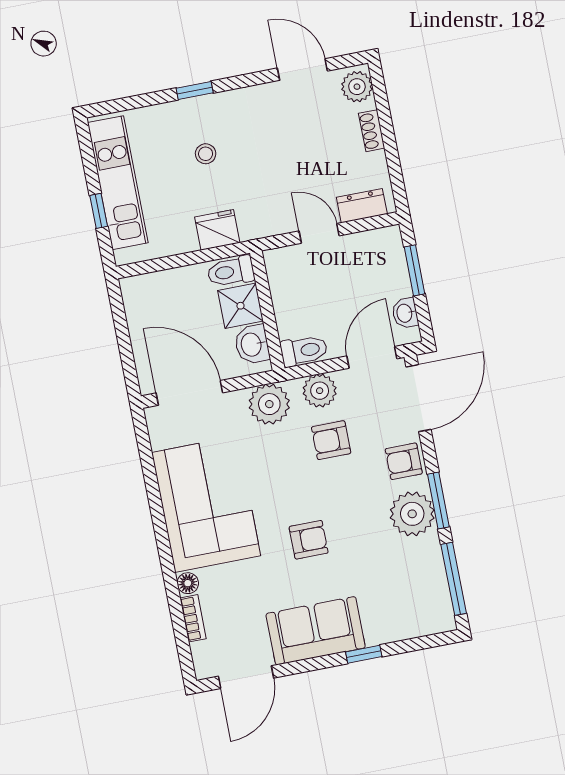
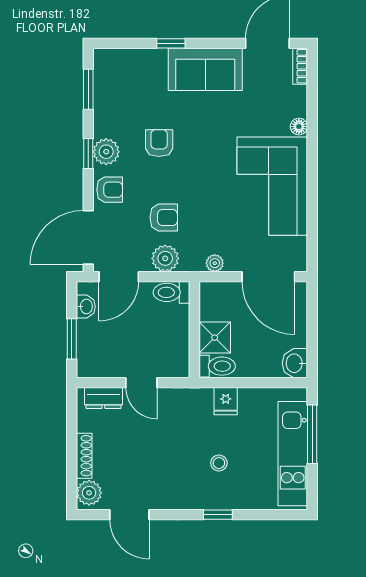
shoe rack: (372, 131) -> (84, 456), width x1.43
window: (99, 211) -> (312, 434), width x2.17
fridge: (217, 230) -> (226, 401), width x0.72
washbasin: (252, 344) -> (295, 363), moved, turned 180
plant: (269, 404) -> (215, 263), width x0.53, depth x0.53
window: (438, 500) -> (88, 153), width x0.67
plant: (412, 514) -> (106, 152), width x0.73, depth x0.73
armchair: (309, 540) -> (159, 143), moved, turned 90
window: (454, 579) -> (88, 89), width x0.69
bookcase: (193, 618) -> (300, 66), moved

